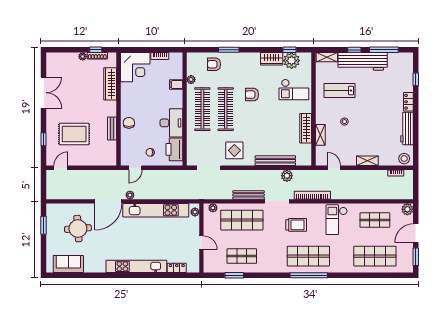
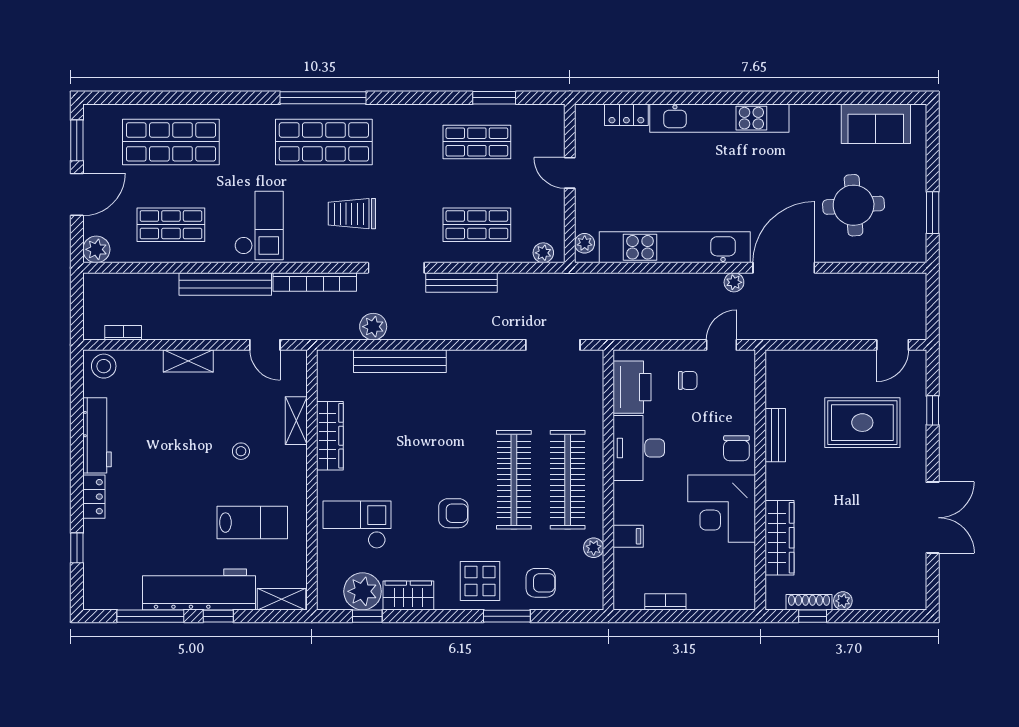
corner desk: (135, 67) -> (722, 509), moved, turned -90
double door: (44, 93) -> (933, 518), swing flipped
display table: (234, 150) -> (480, 581), moved
bench: (351, 194) -> (225, 284), added
shop shelf: (242, 220) -> (477, 225), width x0.70, depth x0.74

